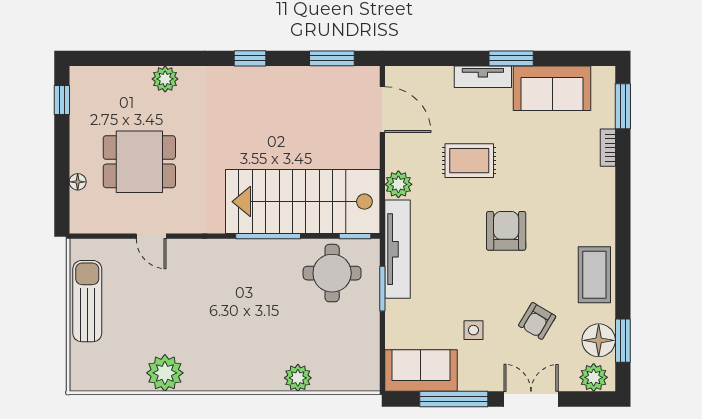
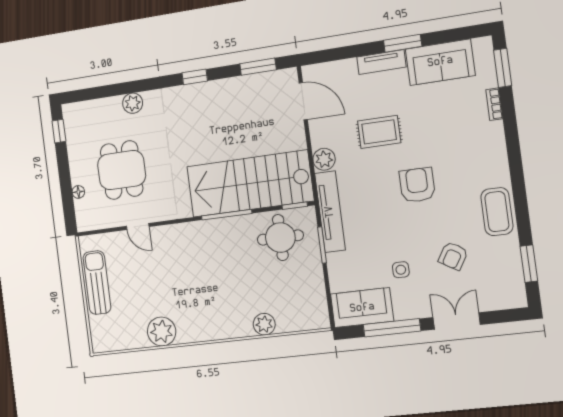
dining table: (139, 162) -> (122, 170), turned 90
floor lamp: (599, 340) -> (508, 266), removed
plant: (594, 377) -> (508, 297), removed

